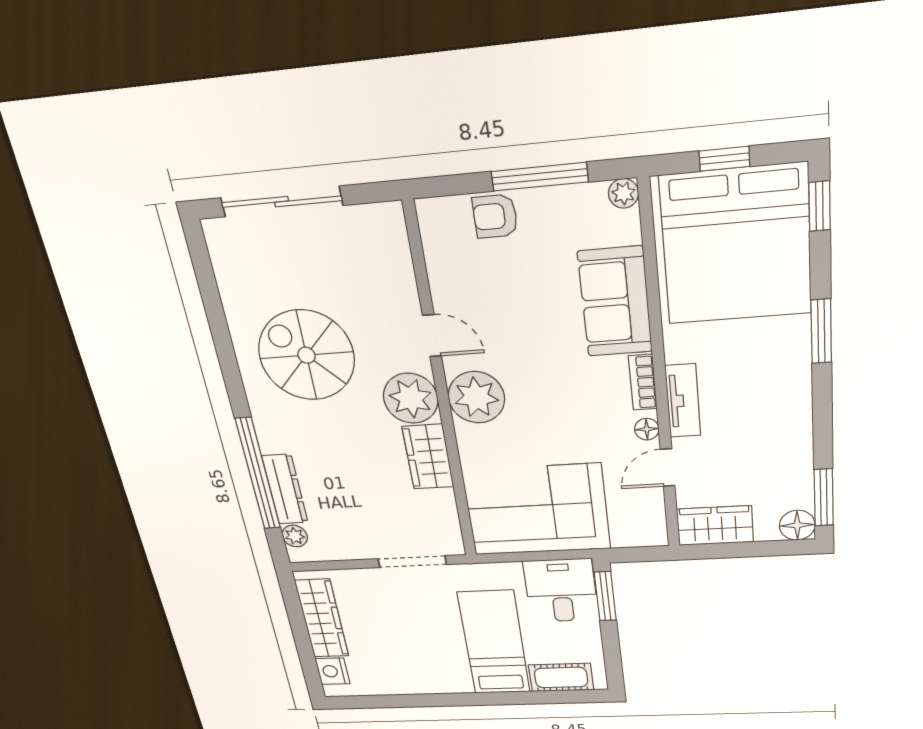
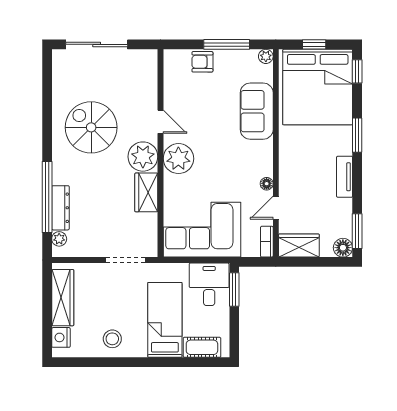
bookcase: (643, 382) -> (267, 242), moved
tv unit: (683, 401) -> (345, 177), moved, turned 180
stool: (414, 671) -> (112, 339), added

